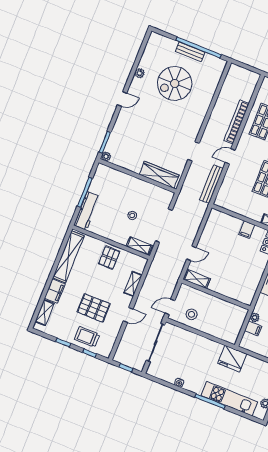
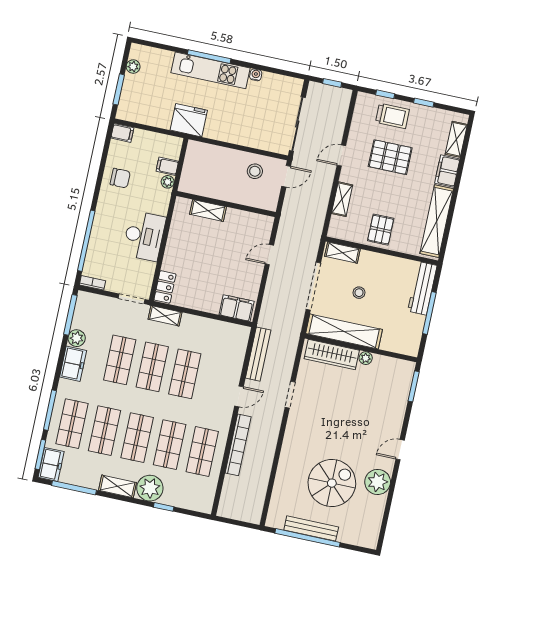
bench: (190, 52) -> (311, 528), width x1.36
plant: (140, 73) -> (378, 482), width x1.87, depth x1.87
plant: (106, 156) -> (366, 358), moved
shelving: (148, 190) -> (344, 331), added
filing cabinet: (247, 230) -> (237, 308), moved, width x2.00
shelving: (197, 279) -> (208, 211), moved
kitchen unit: (229, 399) -> (211, 70), moved

